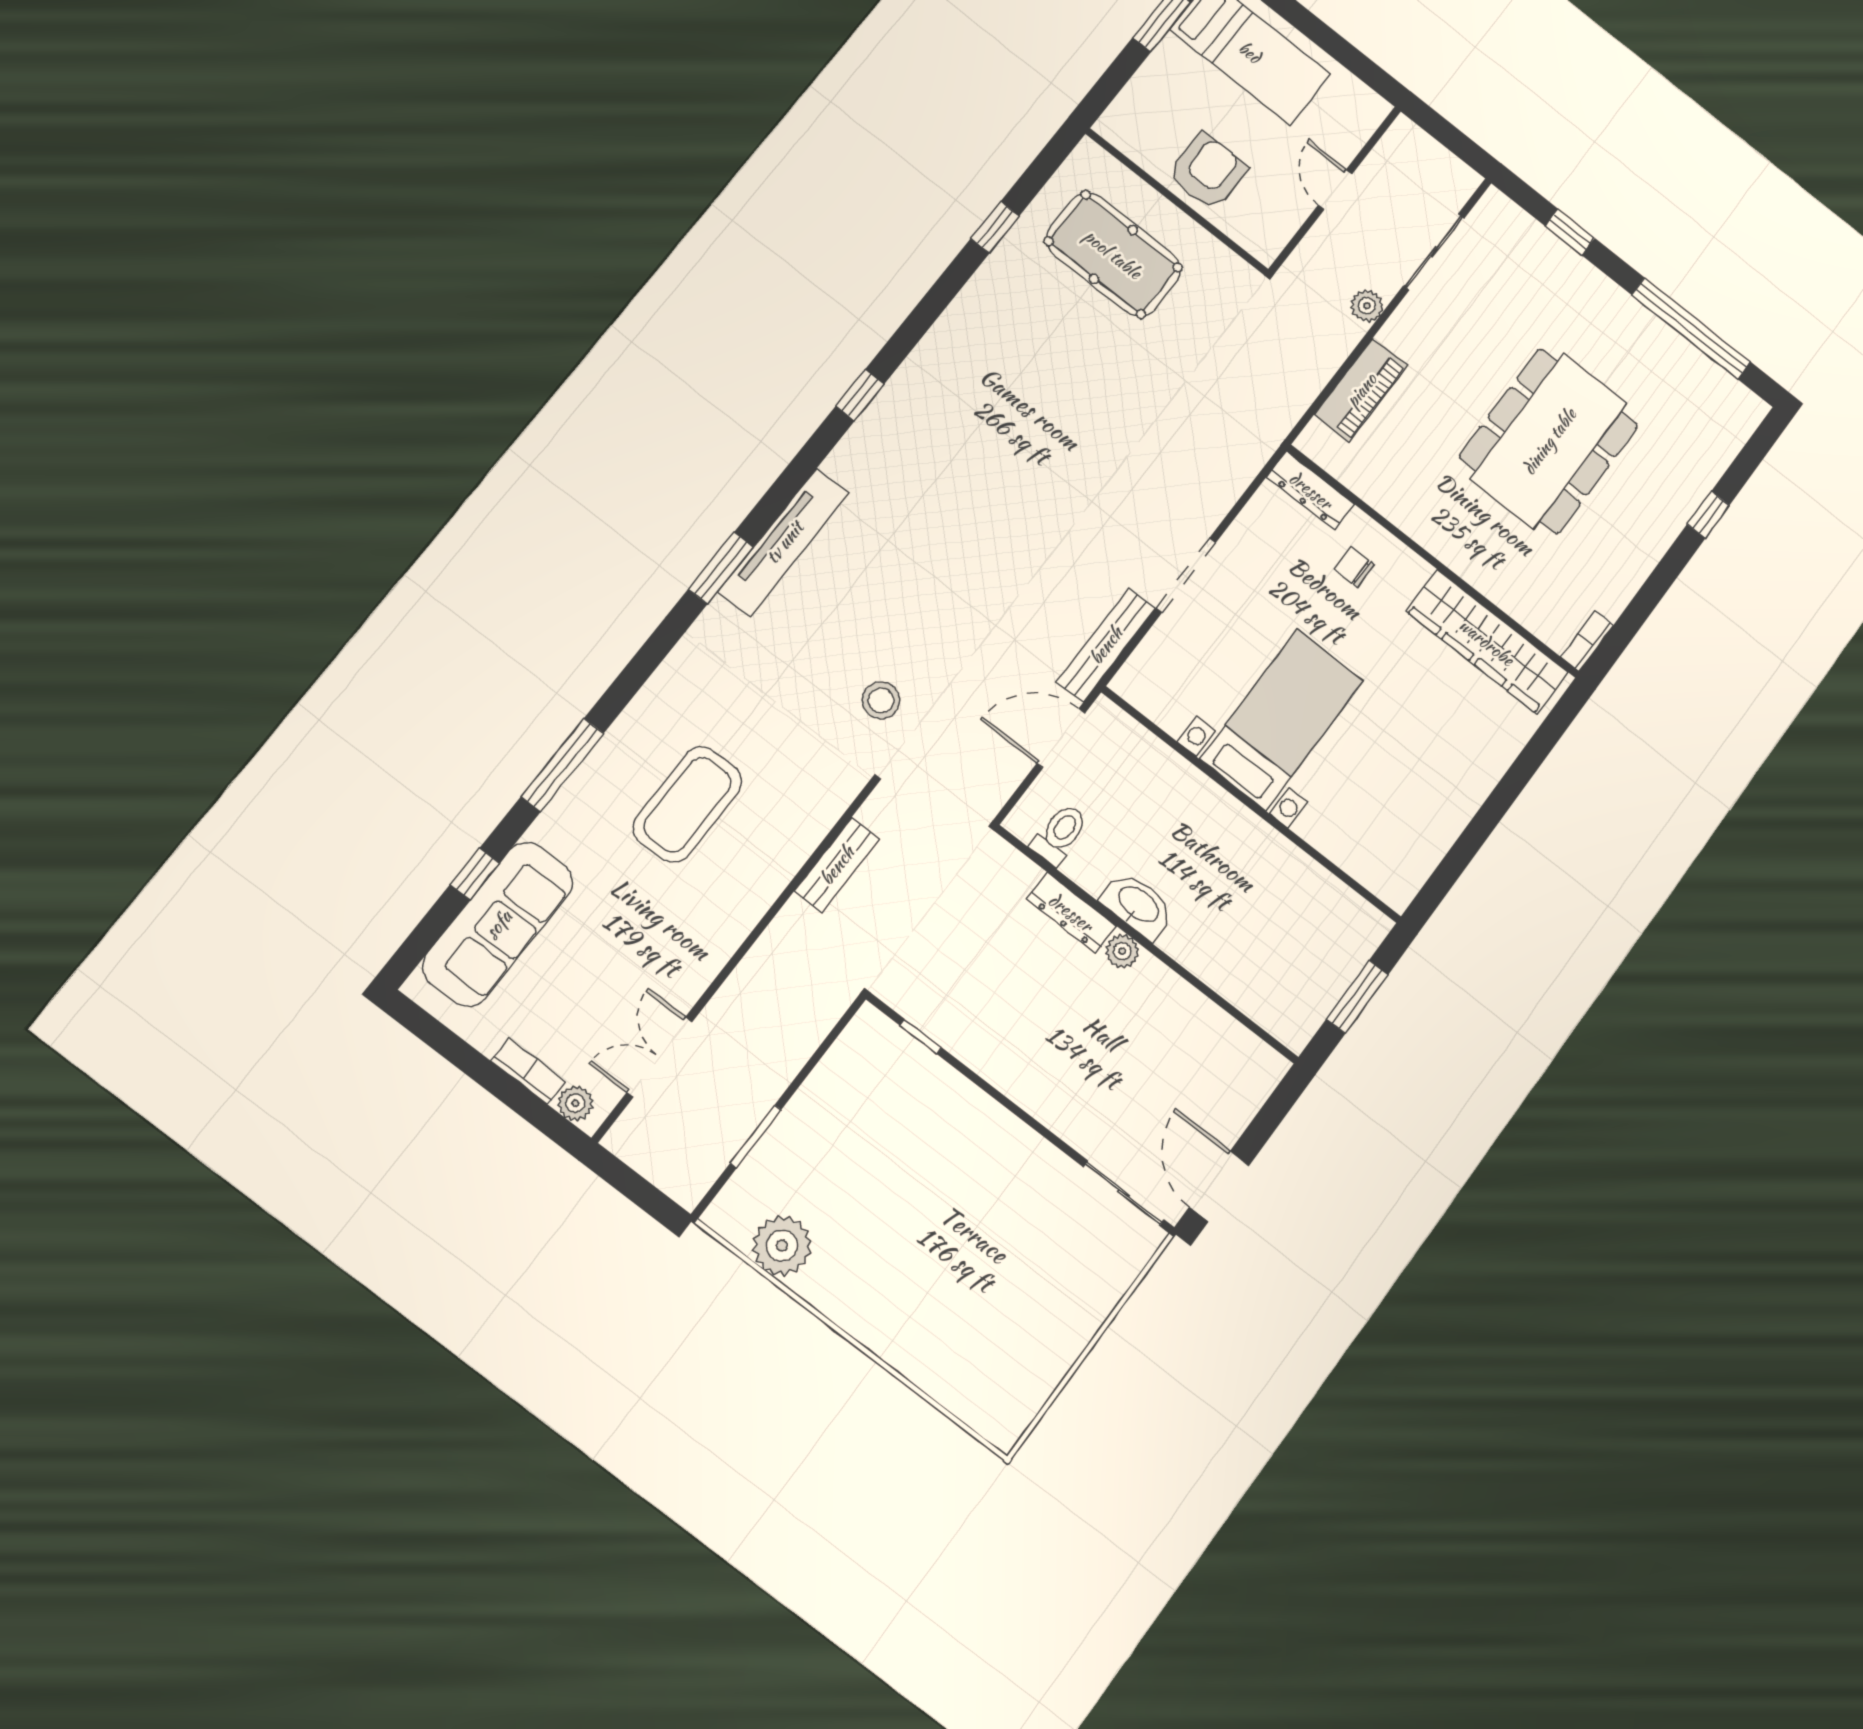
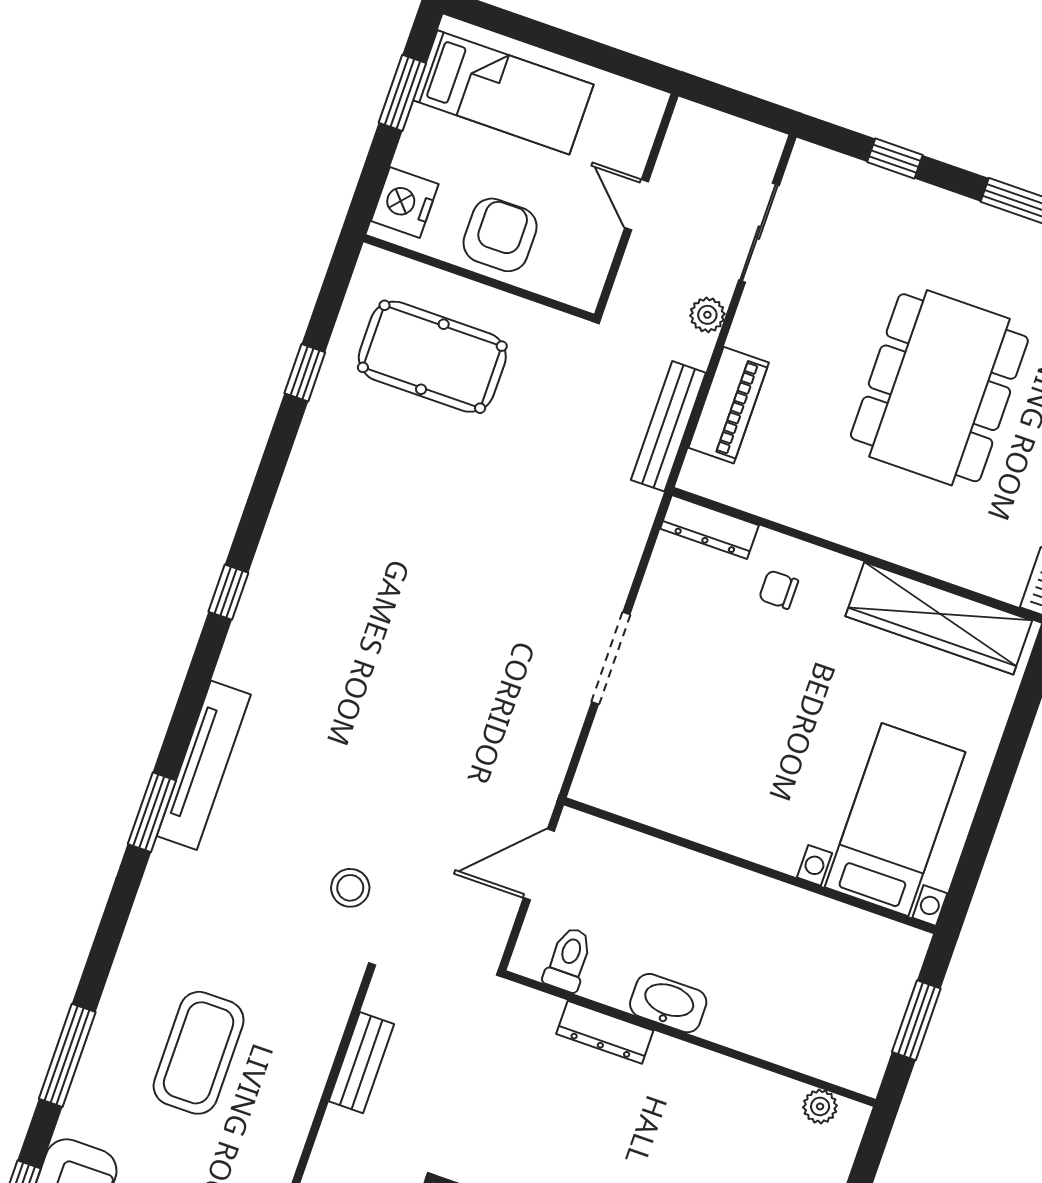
nightstand: (1133, 113) -> (405, 203), added
bench: (1106, 645) -> (668, 426), moved
bed with nightstands: (1282, 720) -> (895, 820), moved
plant: (1122, 951) -> (820, 1106), moved

